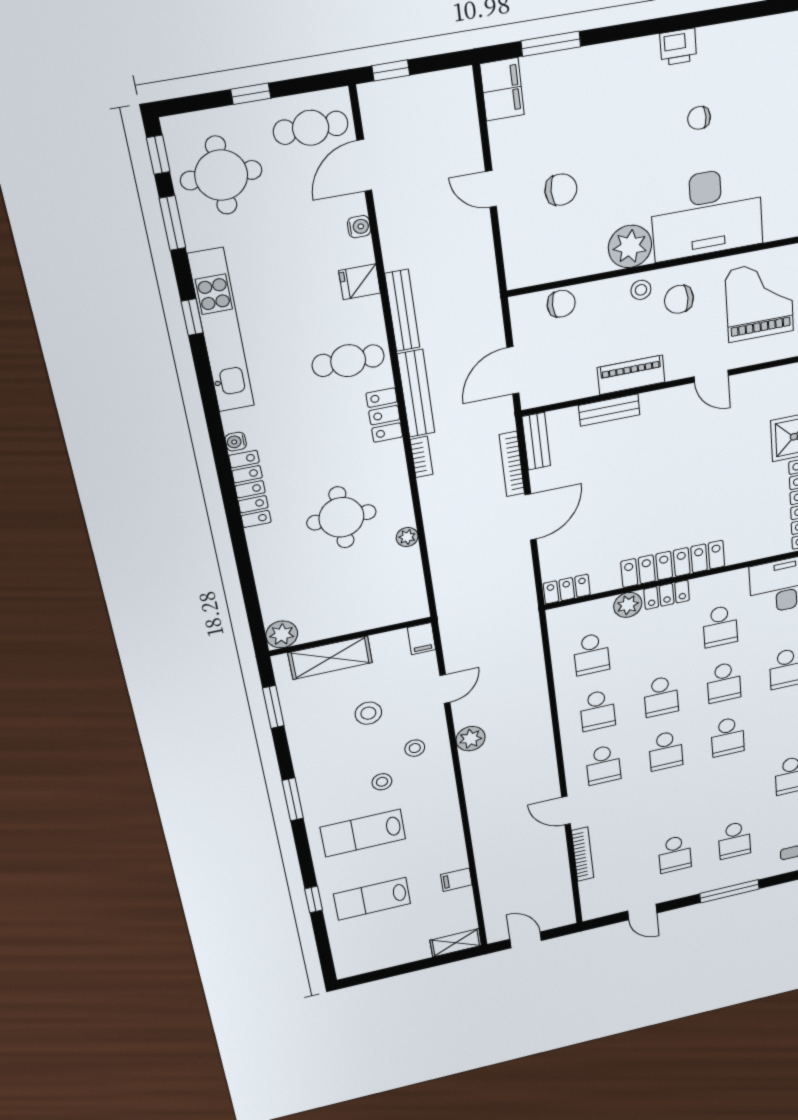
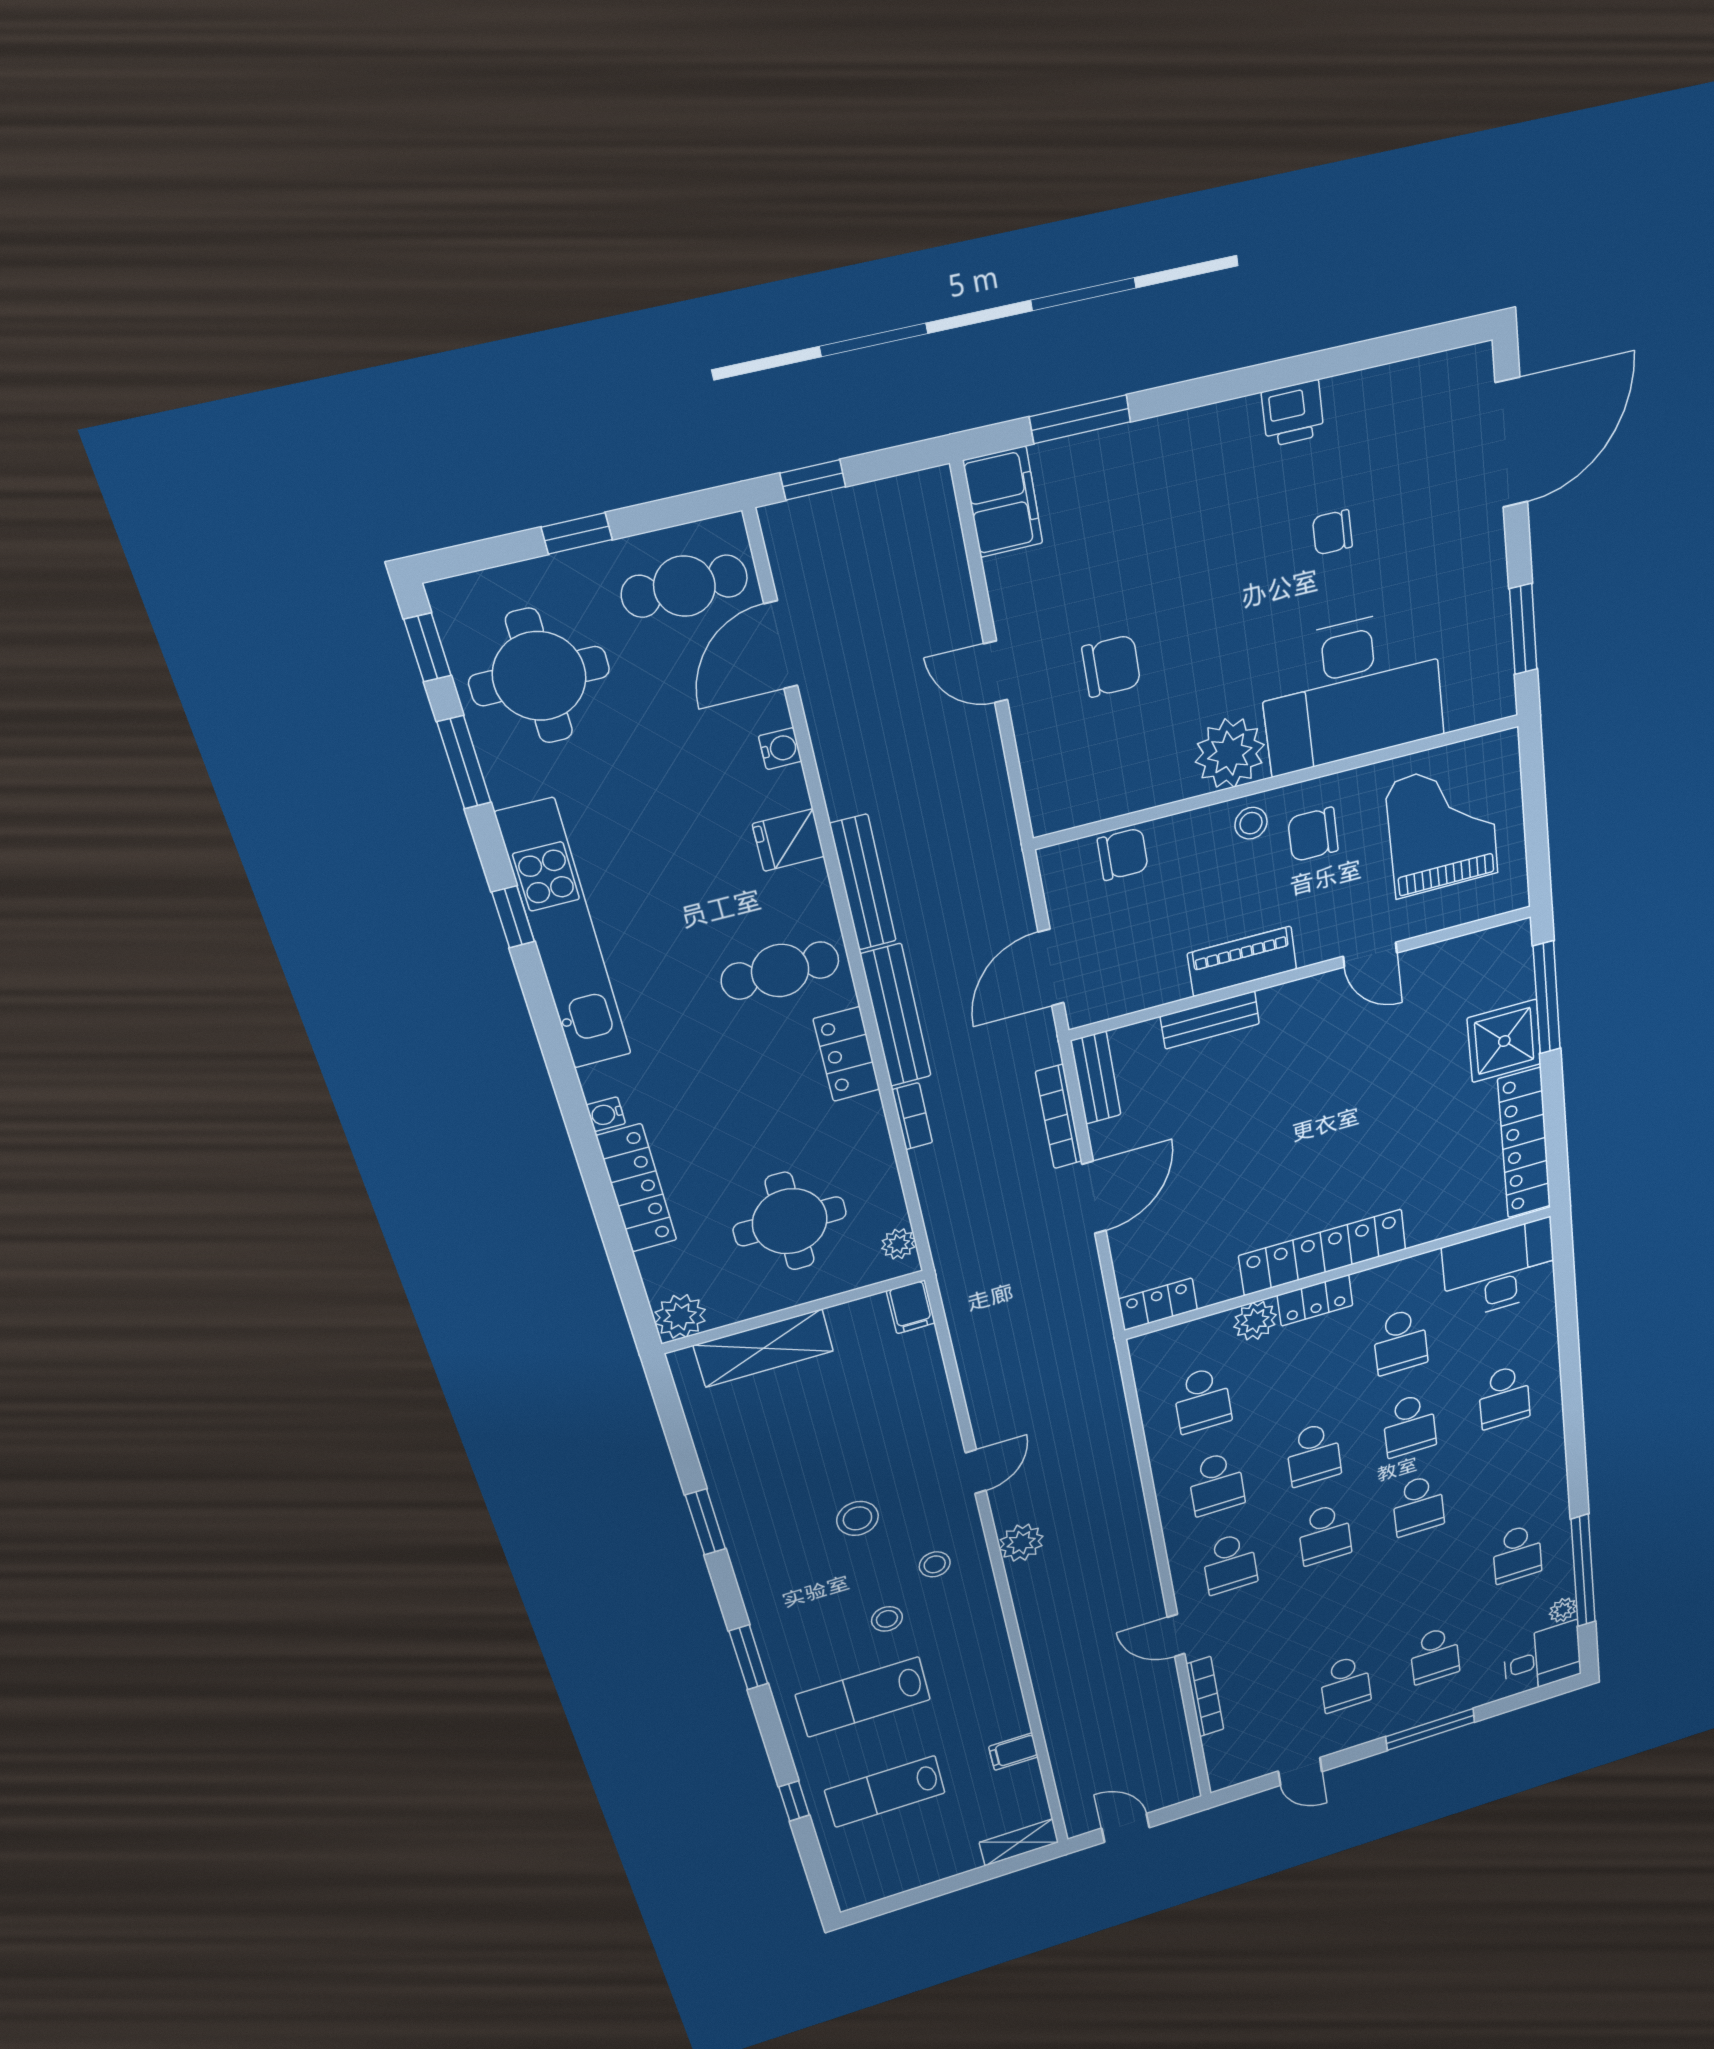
plant: (282, 634) -> (680, 1317), moved
wall: (351, 636) -> (794, 1312), moved
filing cabinet: (422, 639) -> (911, 1307), moved
shelving: (330, 658) -> (764, 1348), moved

